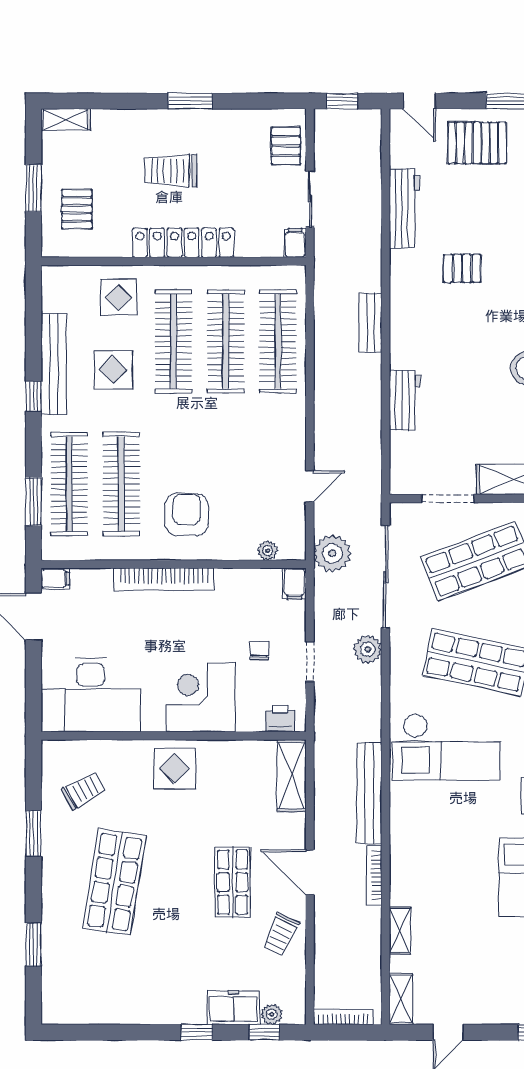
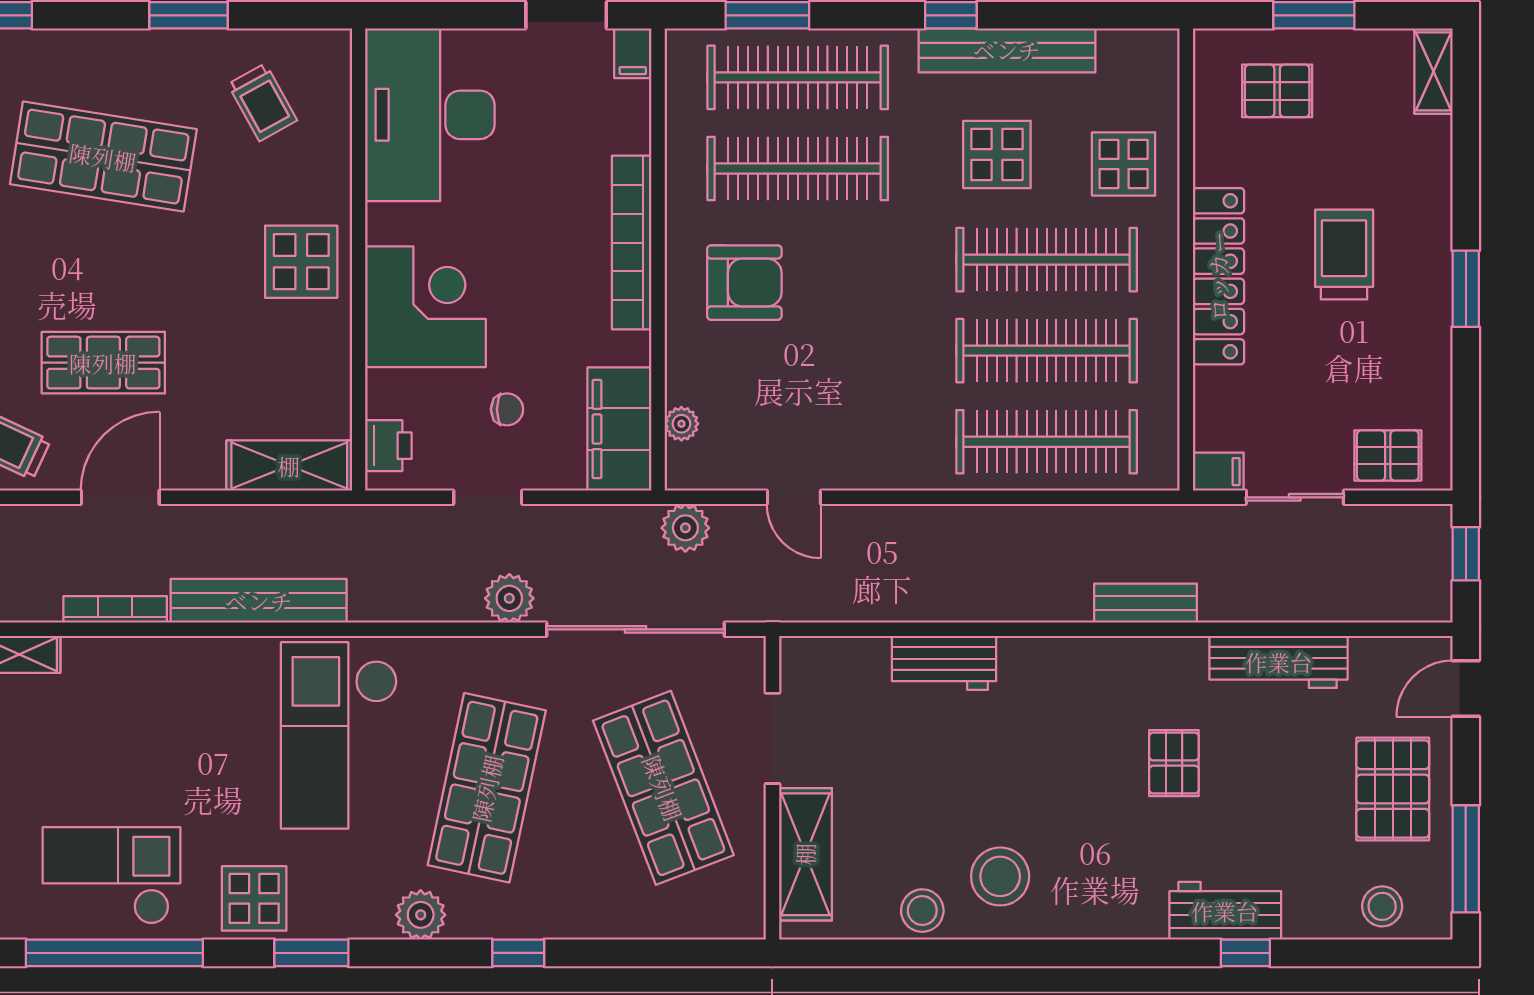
bench: (370, 323) -> (1145, 603), moved
plant: (332, 553) -> (685, 528), width x0.73, depth x0.73
filing cabinet: (294, 584) -> (619, 429), width x3.00, depth x1.17

